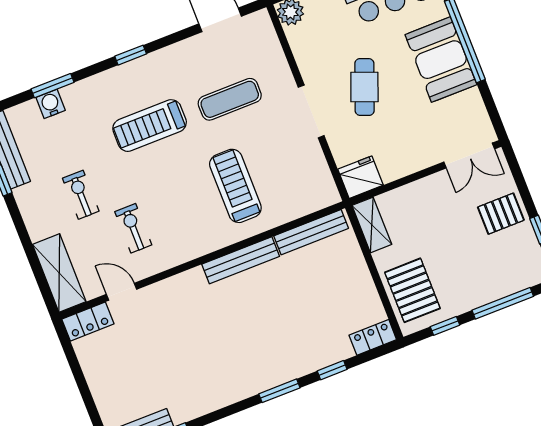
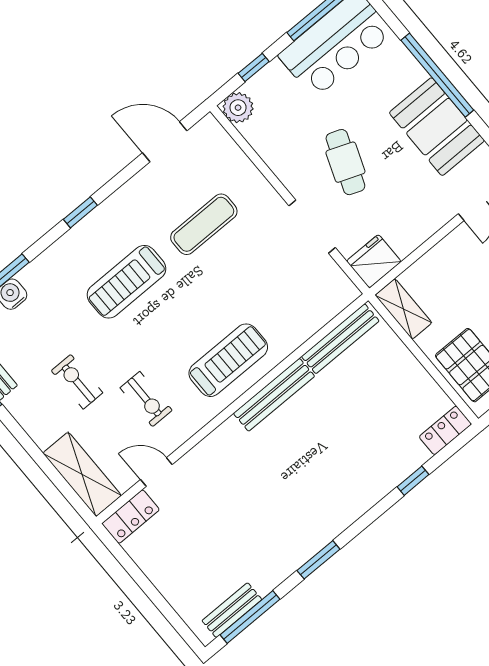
booth: (441, 60) -> (437, 127), moved
doorway: (311, 111) -> (312, 227), moved
treadmill: (235, 186) -> (228, 360), moved, turned 90
exercise bike: (133, 228) -> (146, 399), turned 180
window: (279, 391) -> (318, 560), moved

